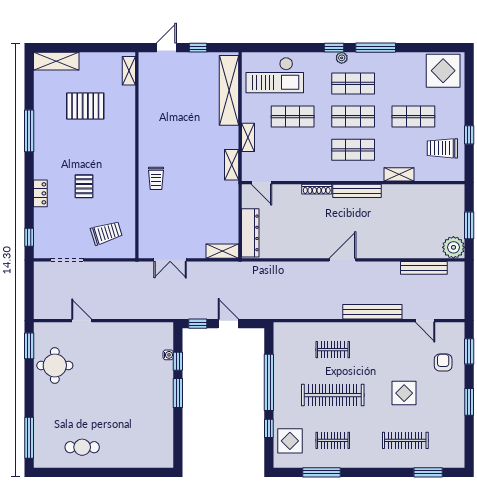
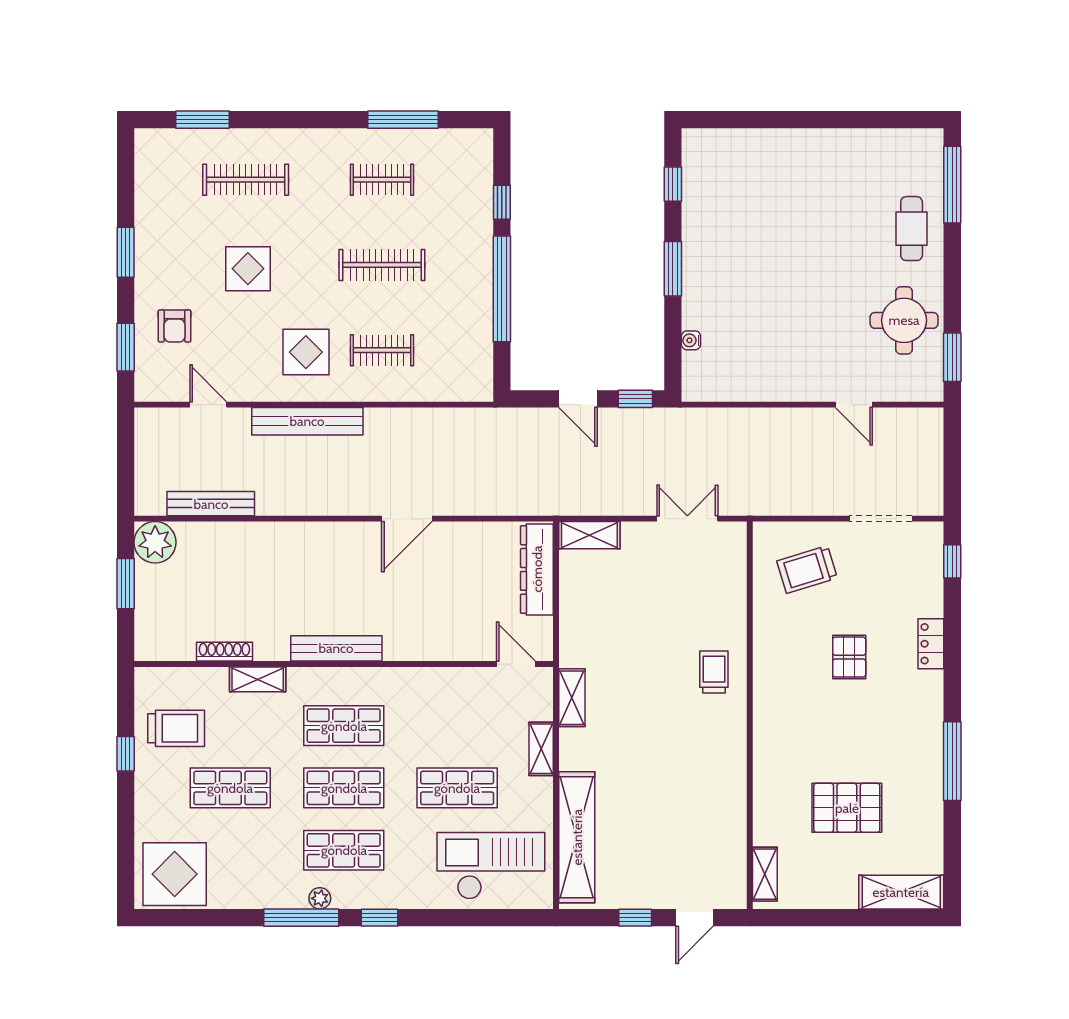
plant: (342, 58) -> (320, 898), moved
shoe rack: (317, 189) -> (224, 652), moved
door: (343, 260) -> (407, 519), moved
window: (178, 361) -> (673, 184), moved
clothes rail: (333, 395) -> (382, 265), width x0.73, depth x0.76
display table: (290, 441) -> (306, 352), moved
cafe table: (82, 447) -> (912, 229), moved, turned 90

